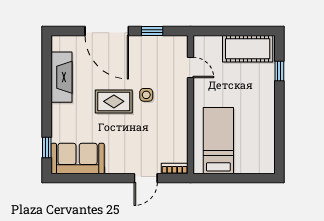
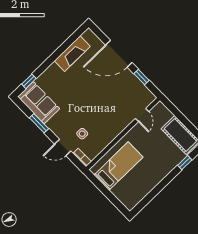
door: (107, 31) -> (119, 54), hinge flipped
side table: (146, 95) -> (82, 134), moved
rug: (114, 101) -> (86, 93), removed
window: (98, 178) -> (39, 123), added

